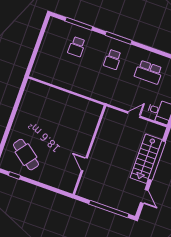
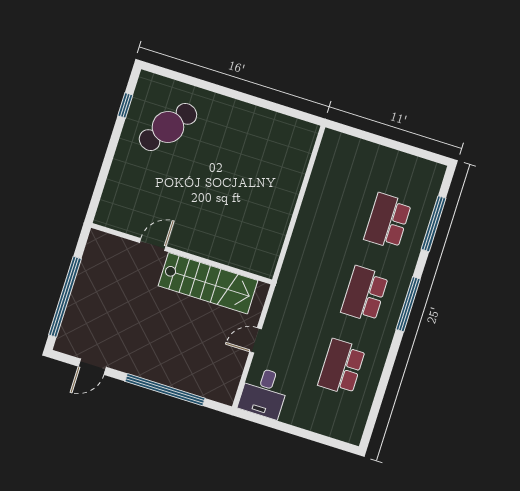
school desk: (77, 47) -> (388, 221), width x1.85
school desk: (113, 59) -> (365, 294), width x1.85
door: (134, 115) -> (256, 340), swing flipped
stairs: (146, 159) -> (208, 283), moved, turned 180

